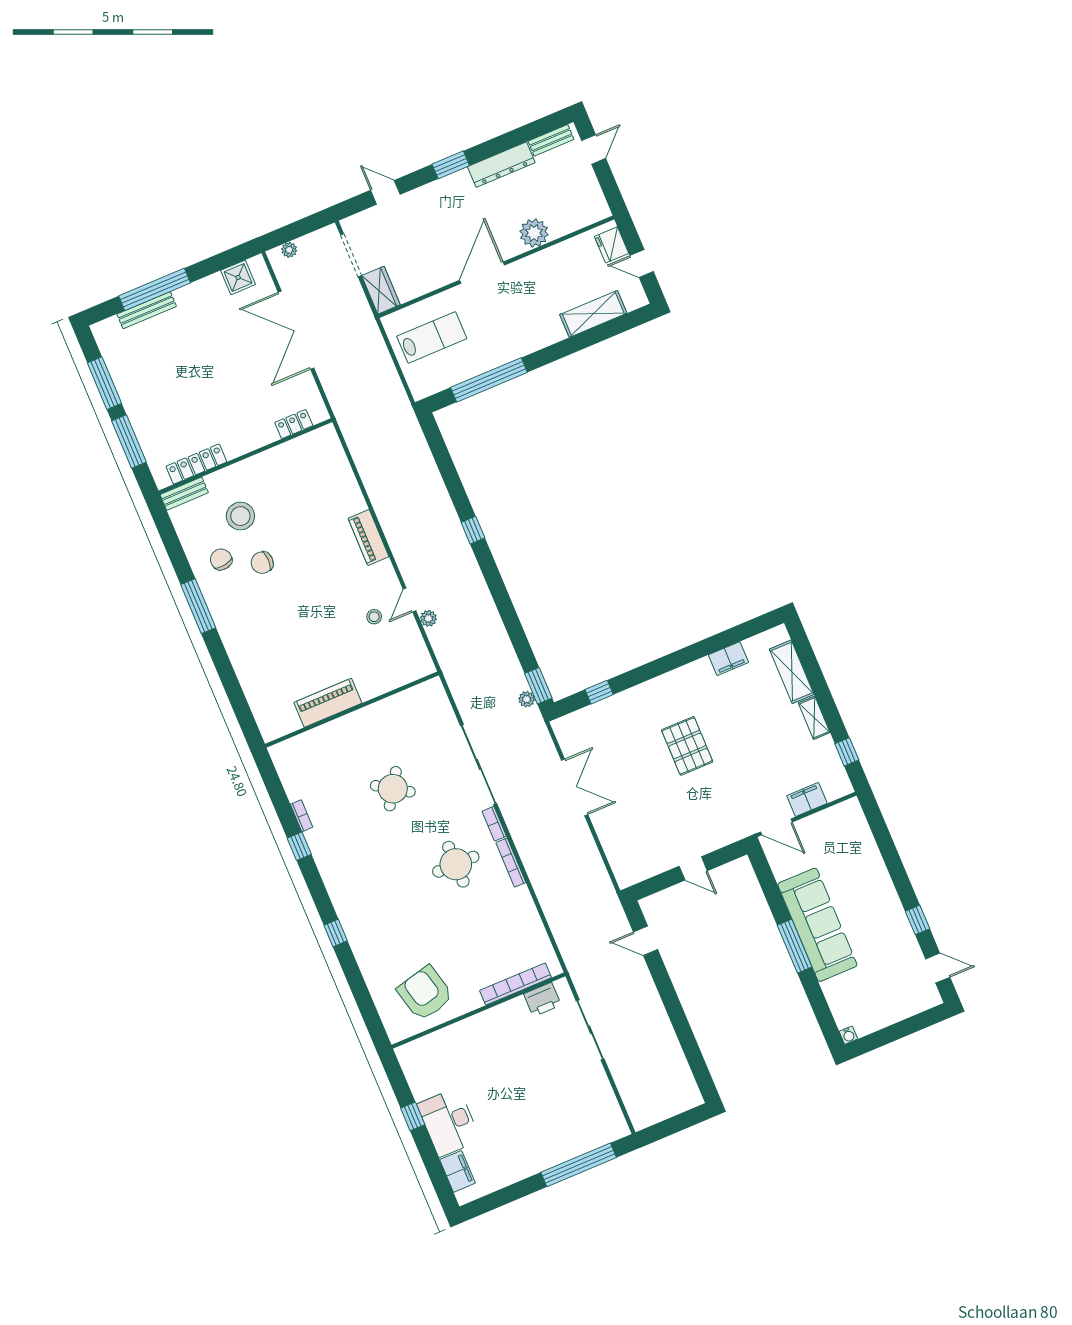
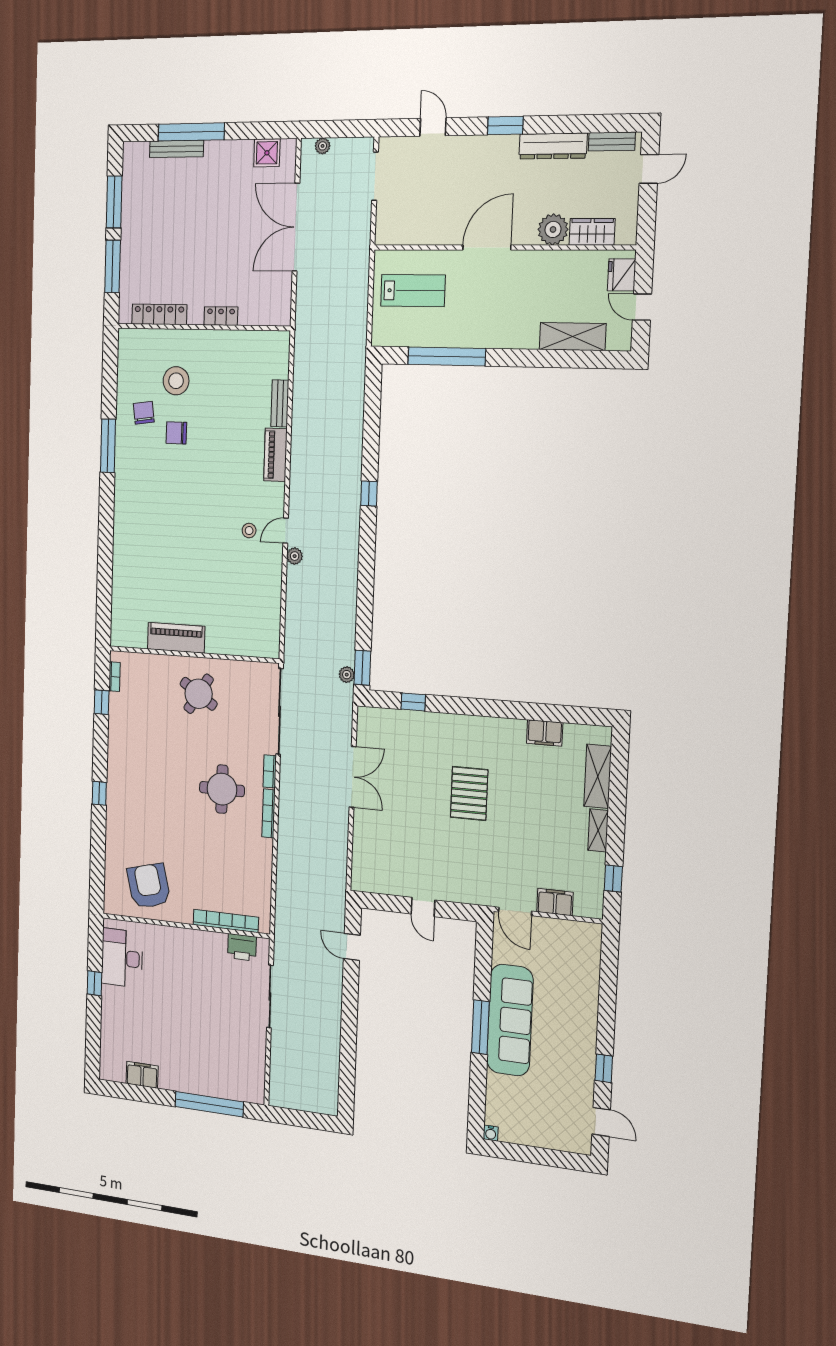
wardrobe: (381, 290) -> (592, 232), moved, turned -90
locker: (294, 424) -> (221, 316), moved
bench: (184, 494) -> (280, 403), moved, turned 90
piano: (328, 703) -> (176, 638), moved
wall: (352, 710) -> (193, 655), moved
desk: (449, 1122) -> (122, 958), moved
filing cabinet: (457, 1171) -> (142, 1075), moved, turned -90

